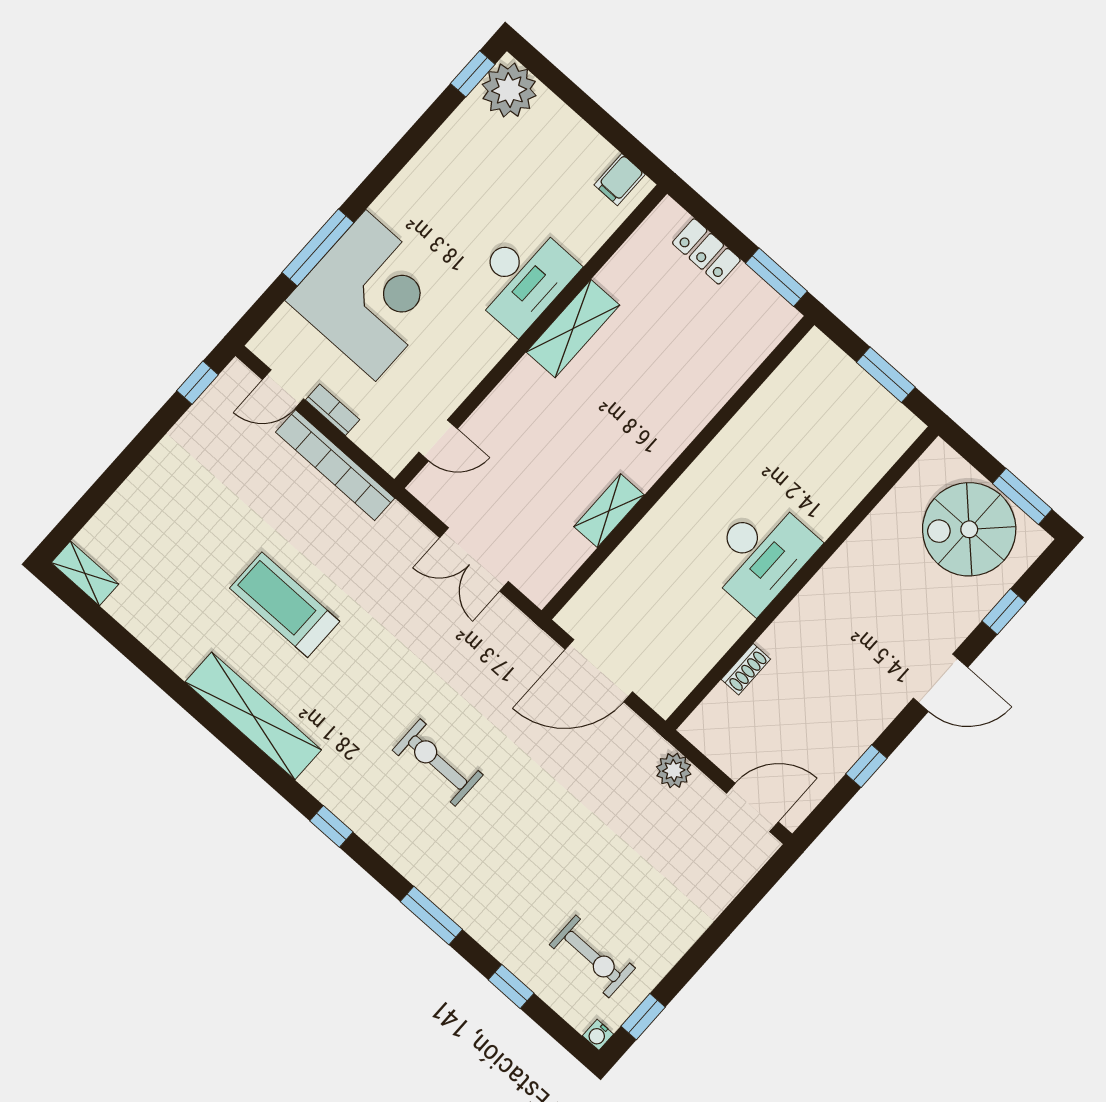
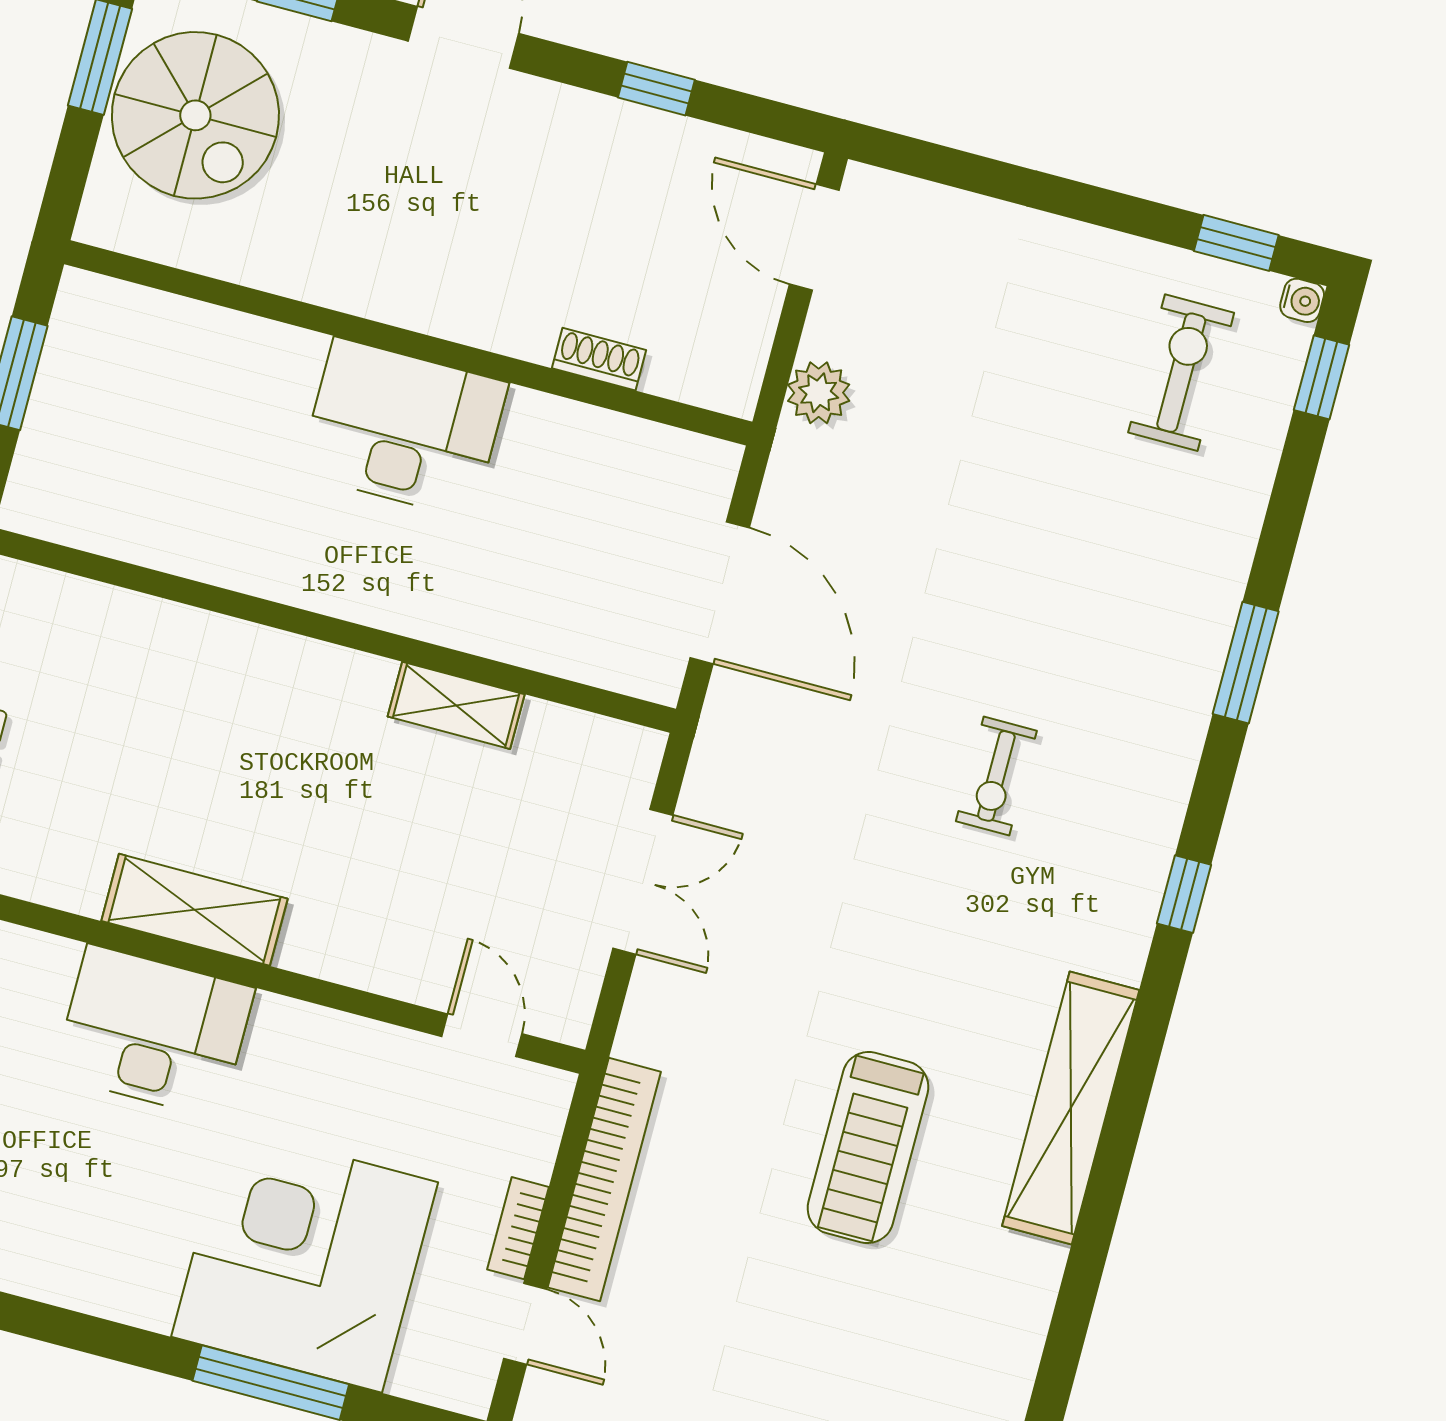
exercise bike: (438, 763) -> (996, 776), width x0.73, depth x0.72
window: (511, 986) -> (1322, 377), moved

